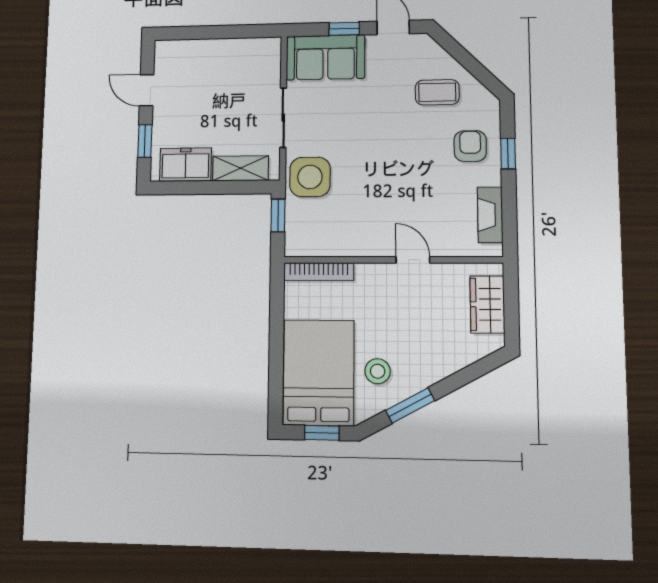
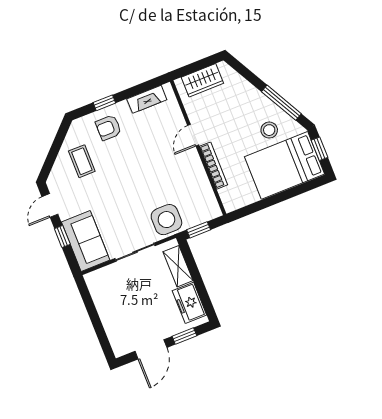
door: (147, 90) -> (151, 349), width x1.38
bookcase: (319, 272) -> (214, 166), moved
window: (410, 405) -> (281, 103), width x1.44

